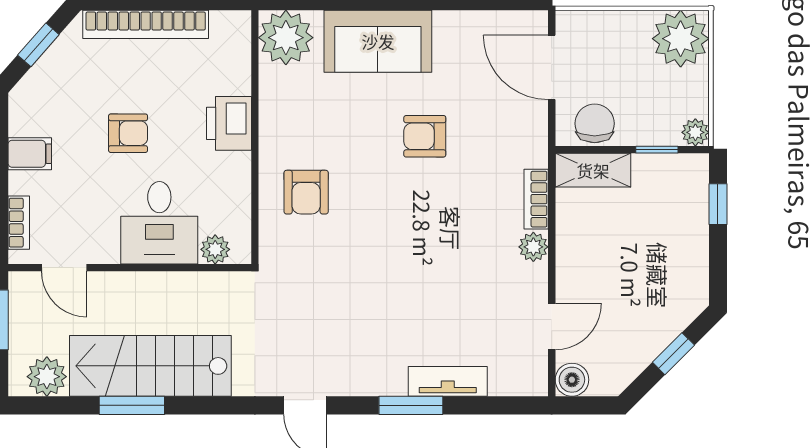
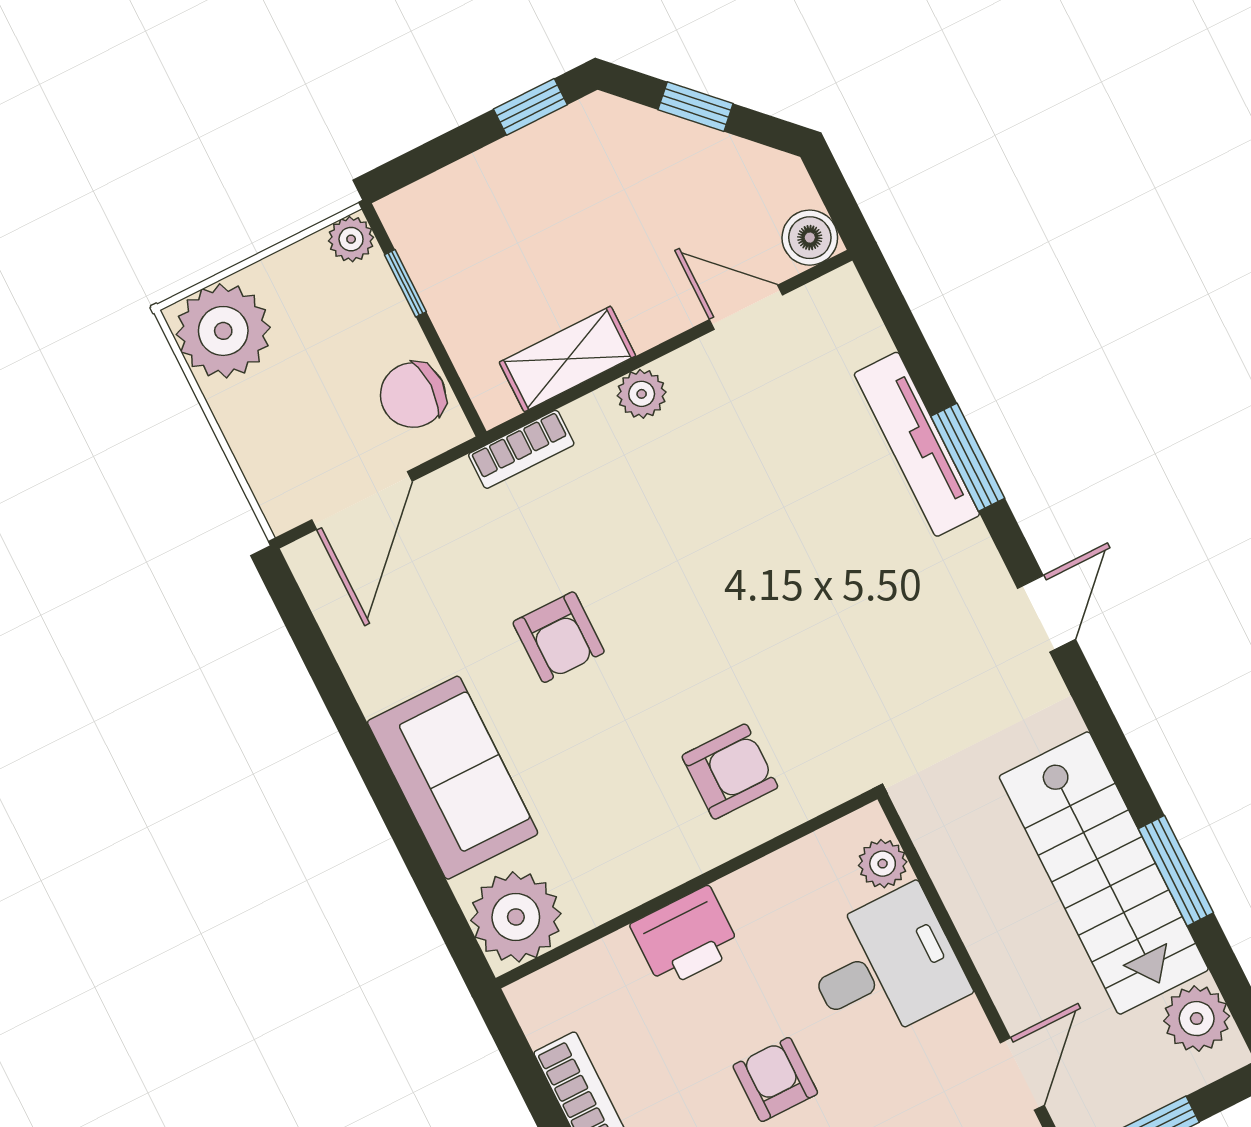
shelving: (593, 170) -> (567, 359), moved, turned 90
bookcase: (536, 199) -> (521, 449), moved
window: (718, 204) -> (530, 107), moved
tv unit: (448, 381) -> (917, 444), width x1.41

